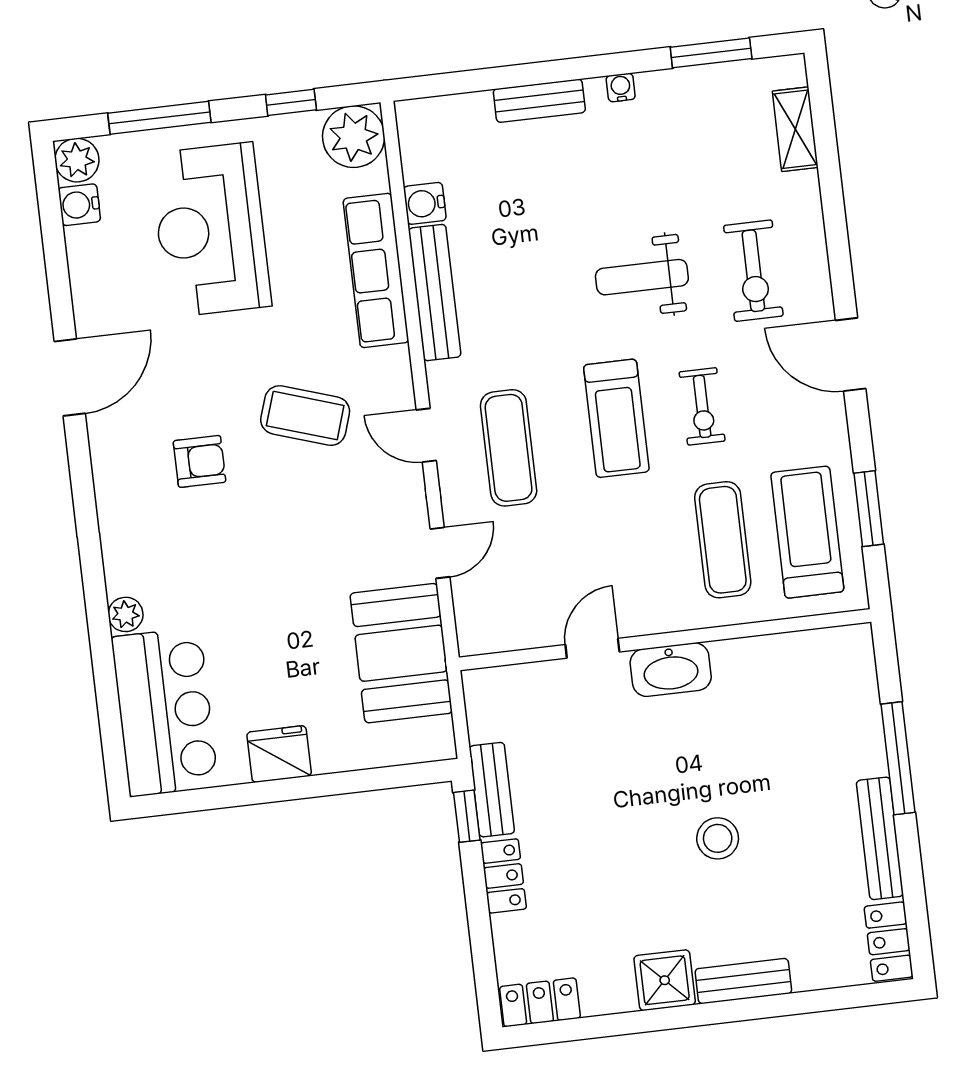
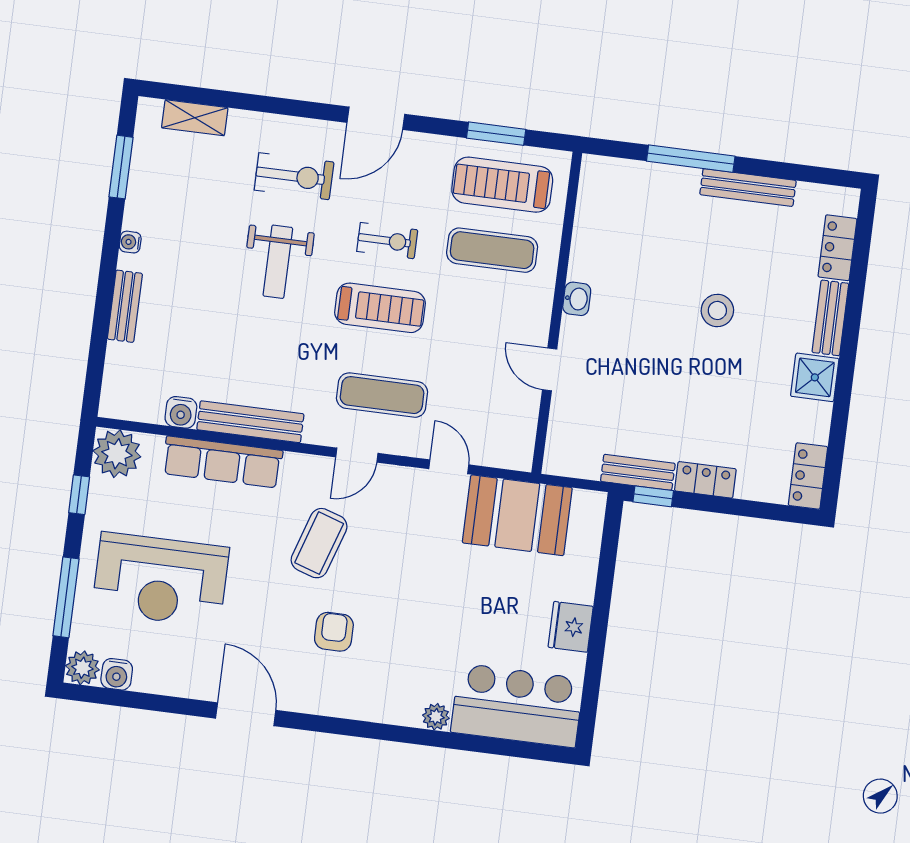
washbasin: (671, 670) -> (577, 299), width x0.52, depth x0.69
locker: (889, 942) -> (837, 248), moved, turned 90

